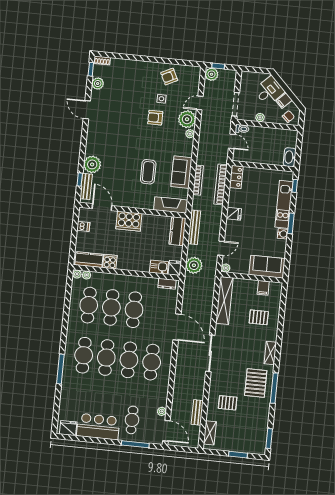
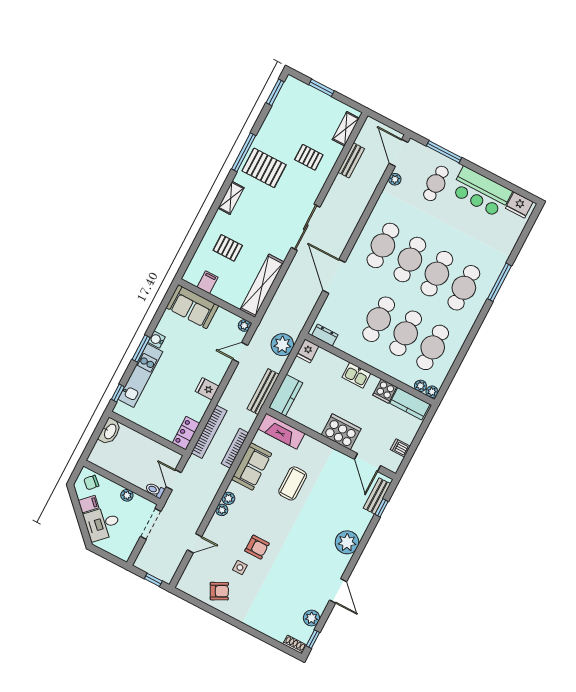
plant: (212, 74) -> (166, 573), removed
plant: (187, 119) -> (228, 498), moved, width x0.53, depth x0.53
plant: (92, 164) -> (347, 542), moved
kitchen sink: (159, 267) -> (356, 375), moved
pallet: (256, 383) -> (264, 168), turned 90

